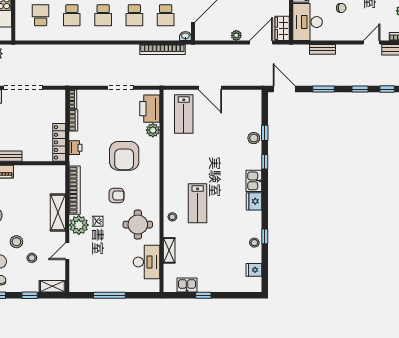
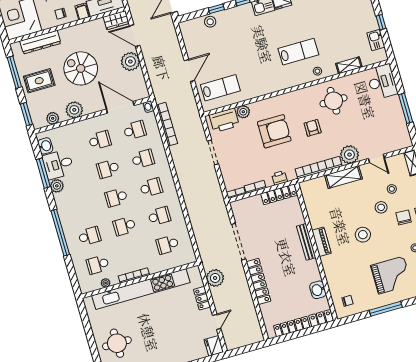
plant: (236, 35) -> (130, 62), width x1.87, depth x1.87
stool: (254, 138) -> (210, 22), moved
desk: (146, 262) -> (382, 82), moved, turned 90

